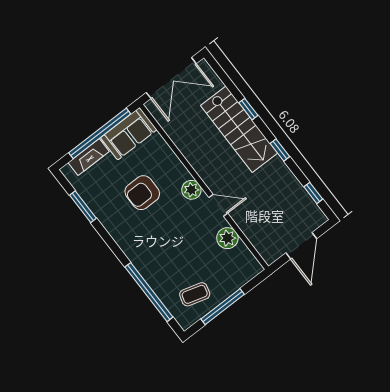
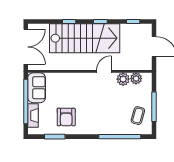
stairs: (239, 129) -> (85, 38), width x1.36, depth x1.51
plant: (191, 190) -> (136, 78), moved
armchair: (142, 193) -> (66, 117), moved

